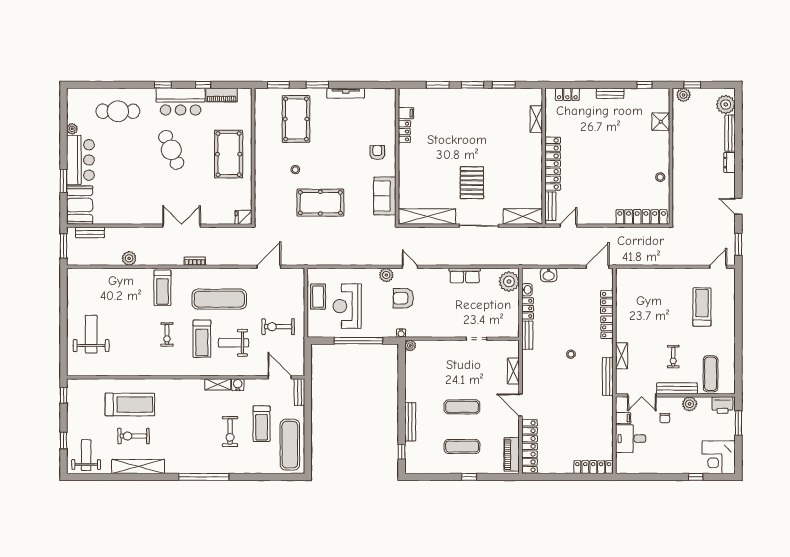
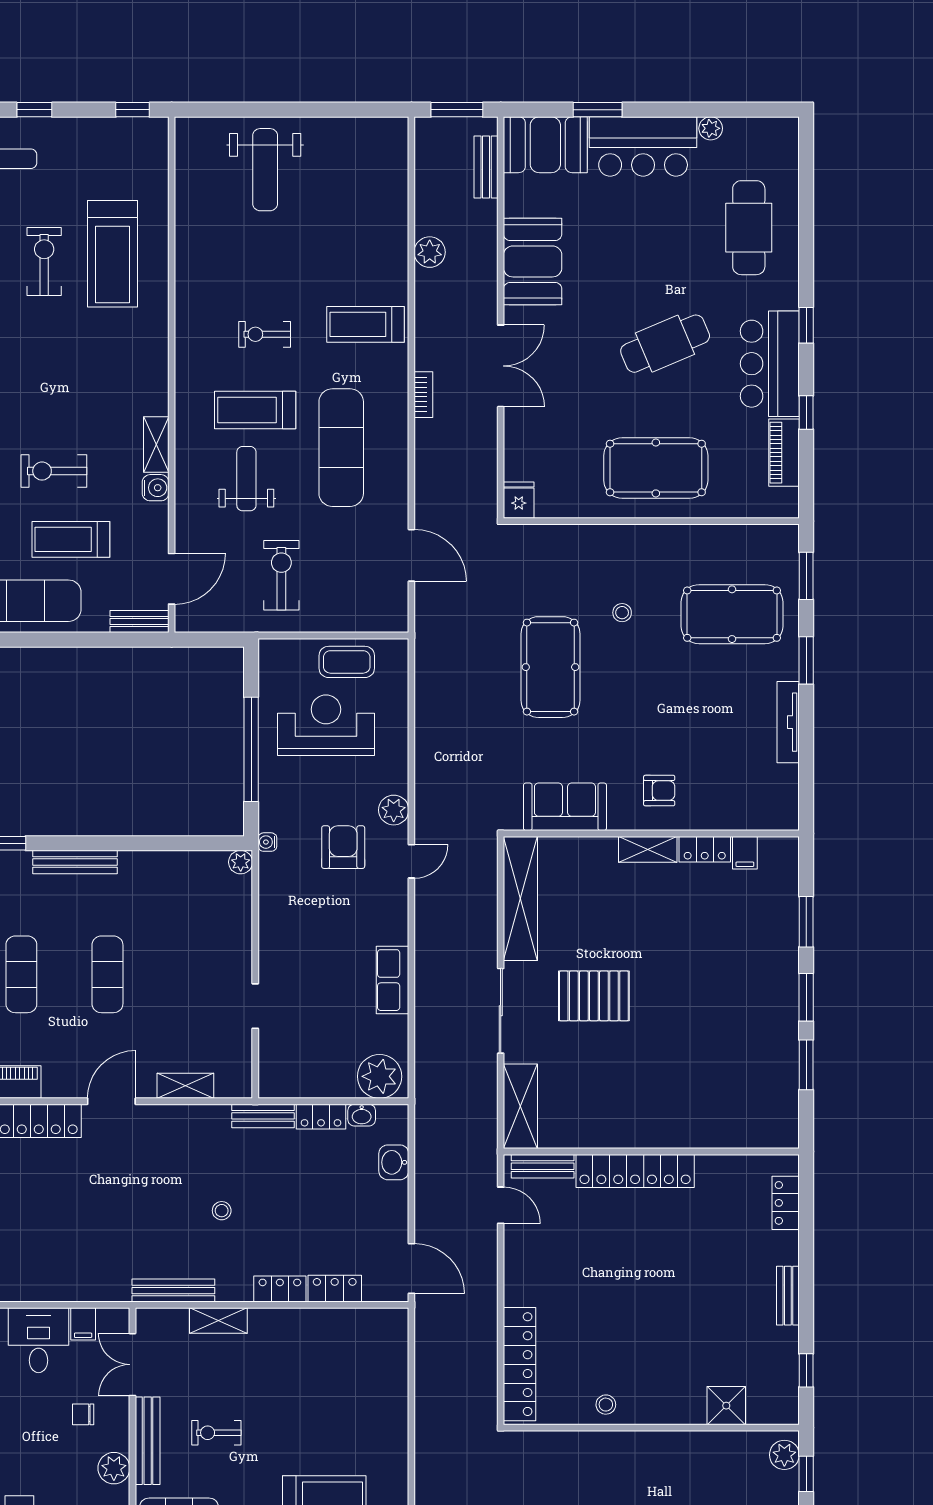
shelving: (536, 119) -> (648, 849), moved
booth: (133, 211) -> (533, 261), added
weight bench: (91, 334) -> (265, 170), turned 90

